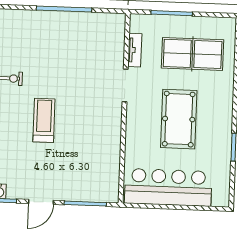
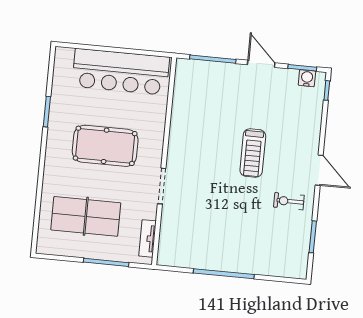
tv unit: (135, 50) -> (148, 238), moved
pool table: (179, 119) -> (105, 146), turned 90
door: (41, 202) -> (261, 64), hinge flipped

